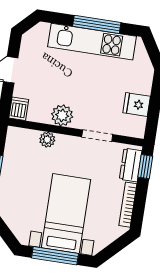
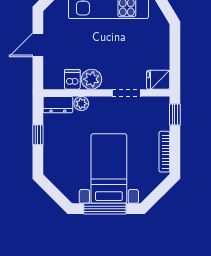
fridge: (137, 105) -> (158, 80), moved
dishwasher: (19, 109) -> (72, 79), moved
dresser: (131, 165) -> (58, 105), moved, turned -90

